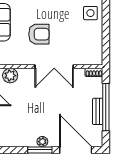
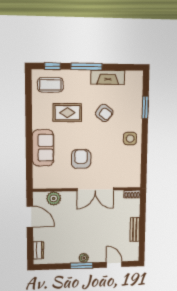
armchair: (39, 34) -> (81, 159), turned -90
window: (106, 107) -> (142, 225), removed
door: (76, 150) -> (114, 264), width x0.53

